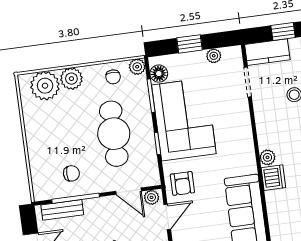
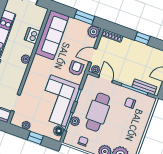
plant: (137, 67) -> (75, 121), moved
dishwasher: (273, 178) -> (32, 35), moved

